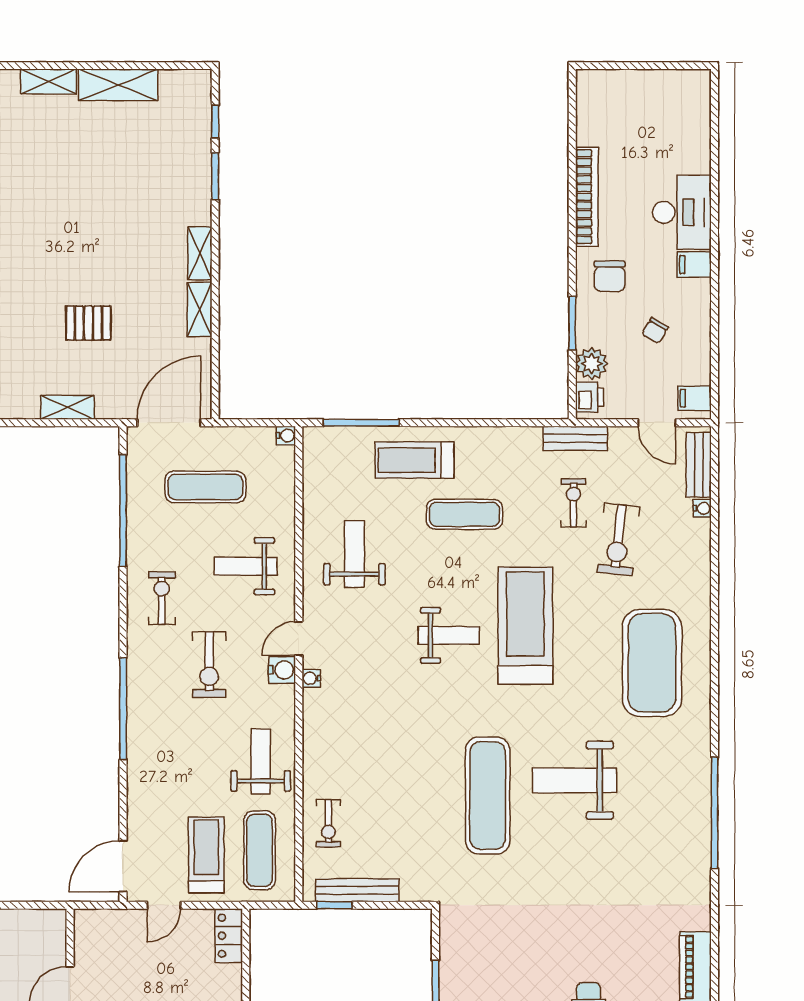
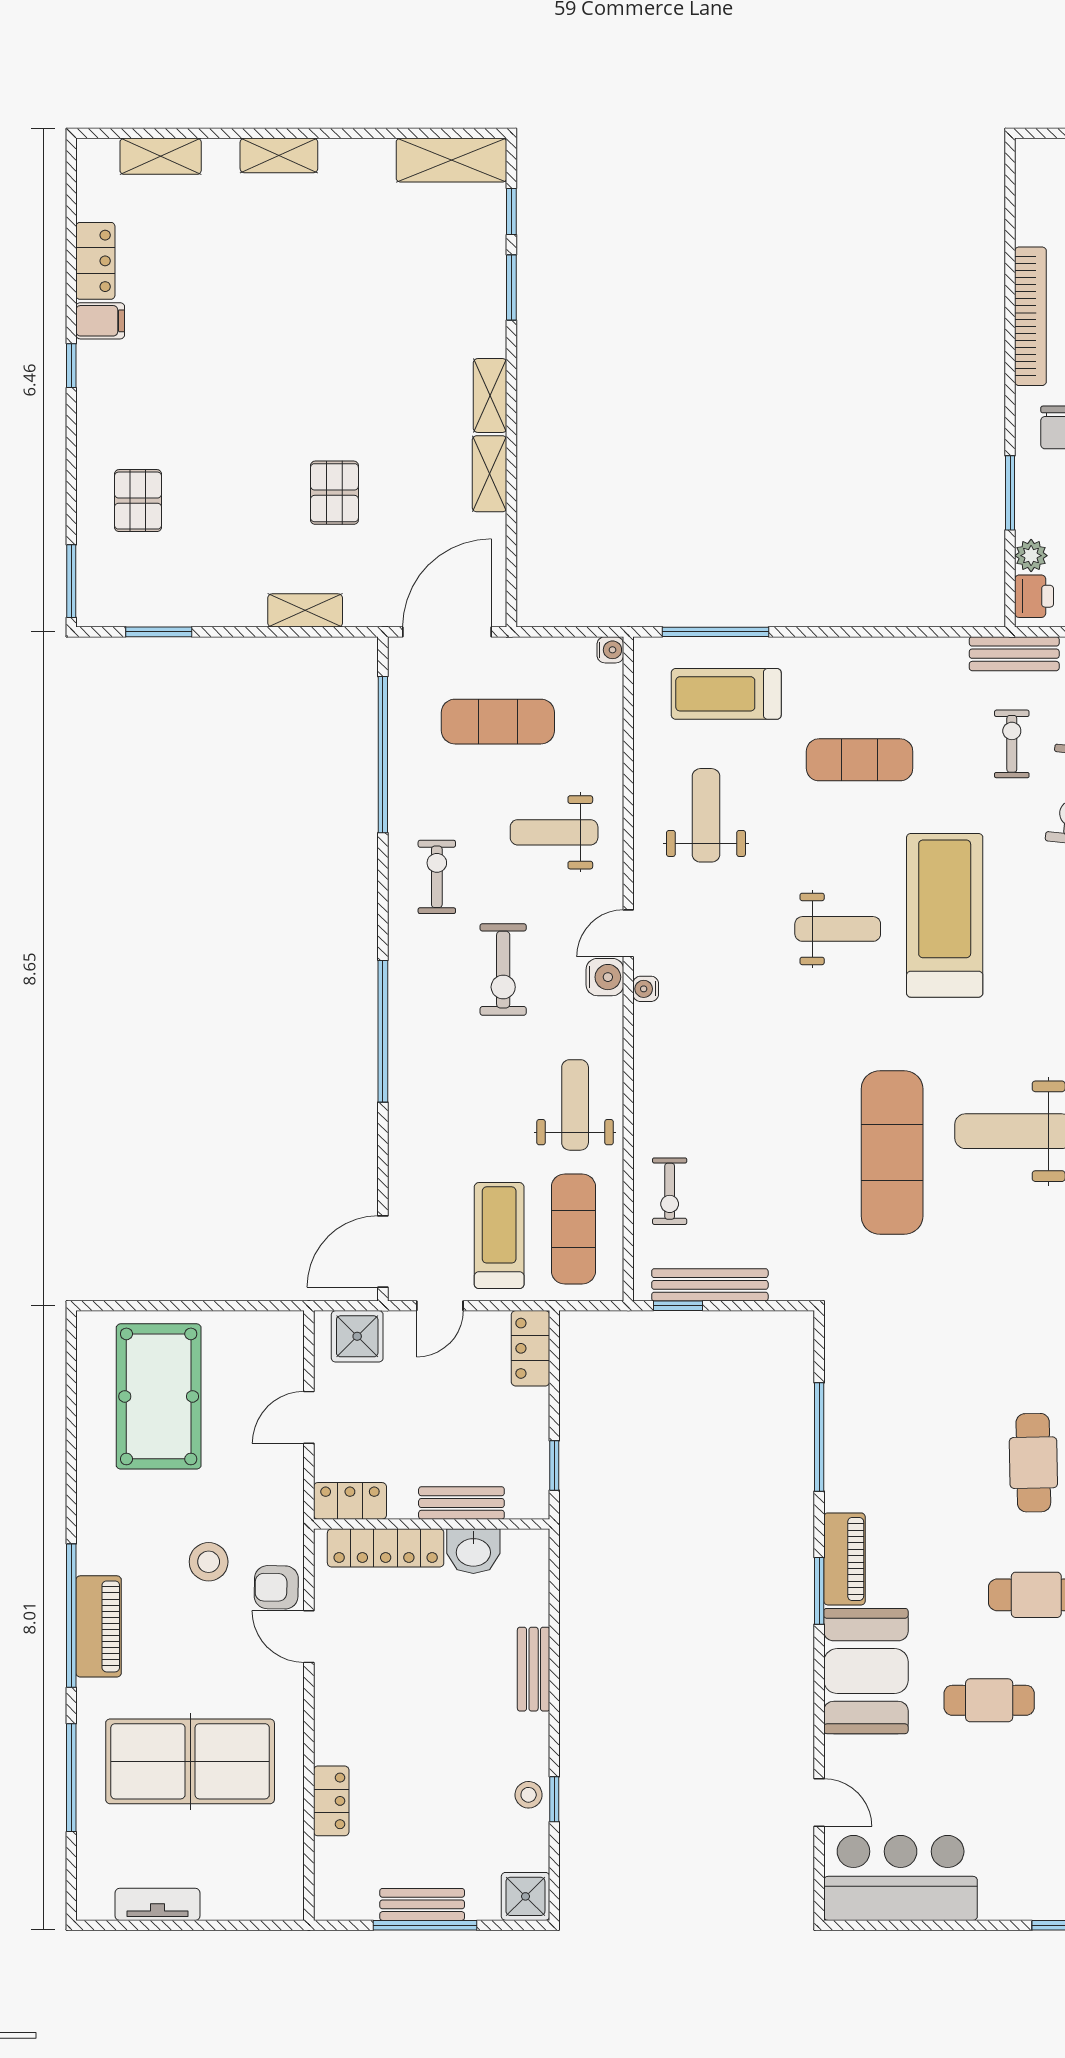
shelving: (118, 85) -> (452, 160), moved
pallet: (88, 323) -> (334, 493), turned 90
plant: (592, 364) -> (1031, 556), width x0.73, depth x0.73
treadmill: (415, 460) -> (726, 694), moved
shower: (105, 927) -> (357, 1336), added

